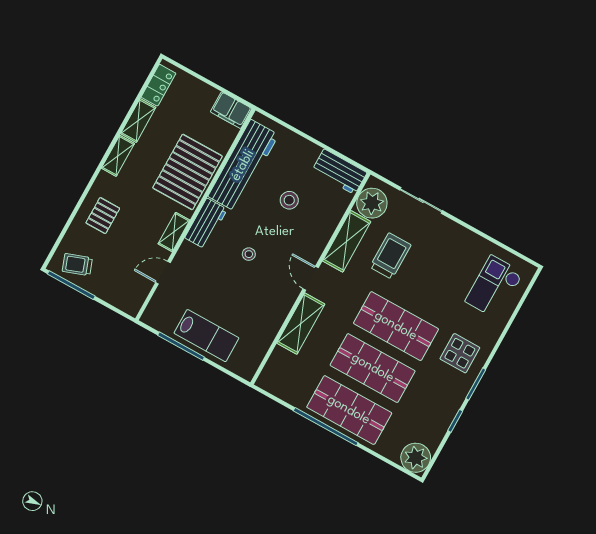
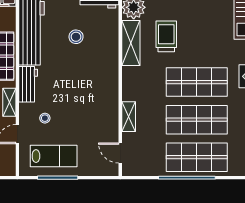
stool: (249, 254) -> (45, 118), moved
door: (311, 278) -> (120, 153), moved
shelving: (301, 324) -> (129, 117), width x0.67, depth x0.75
lab bench: (206, 336) -> (54, 156), moved

